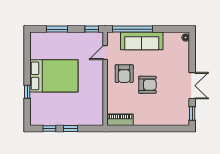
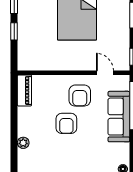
armchair: (124, 74) -> (80, 96), turned -90
plant: (164, 121) -> (23, 143), added

